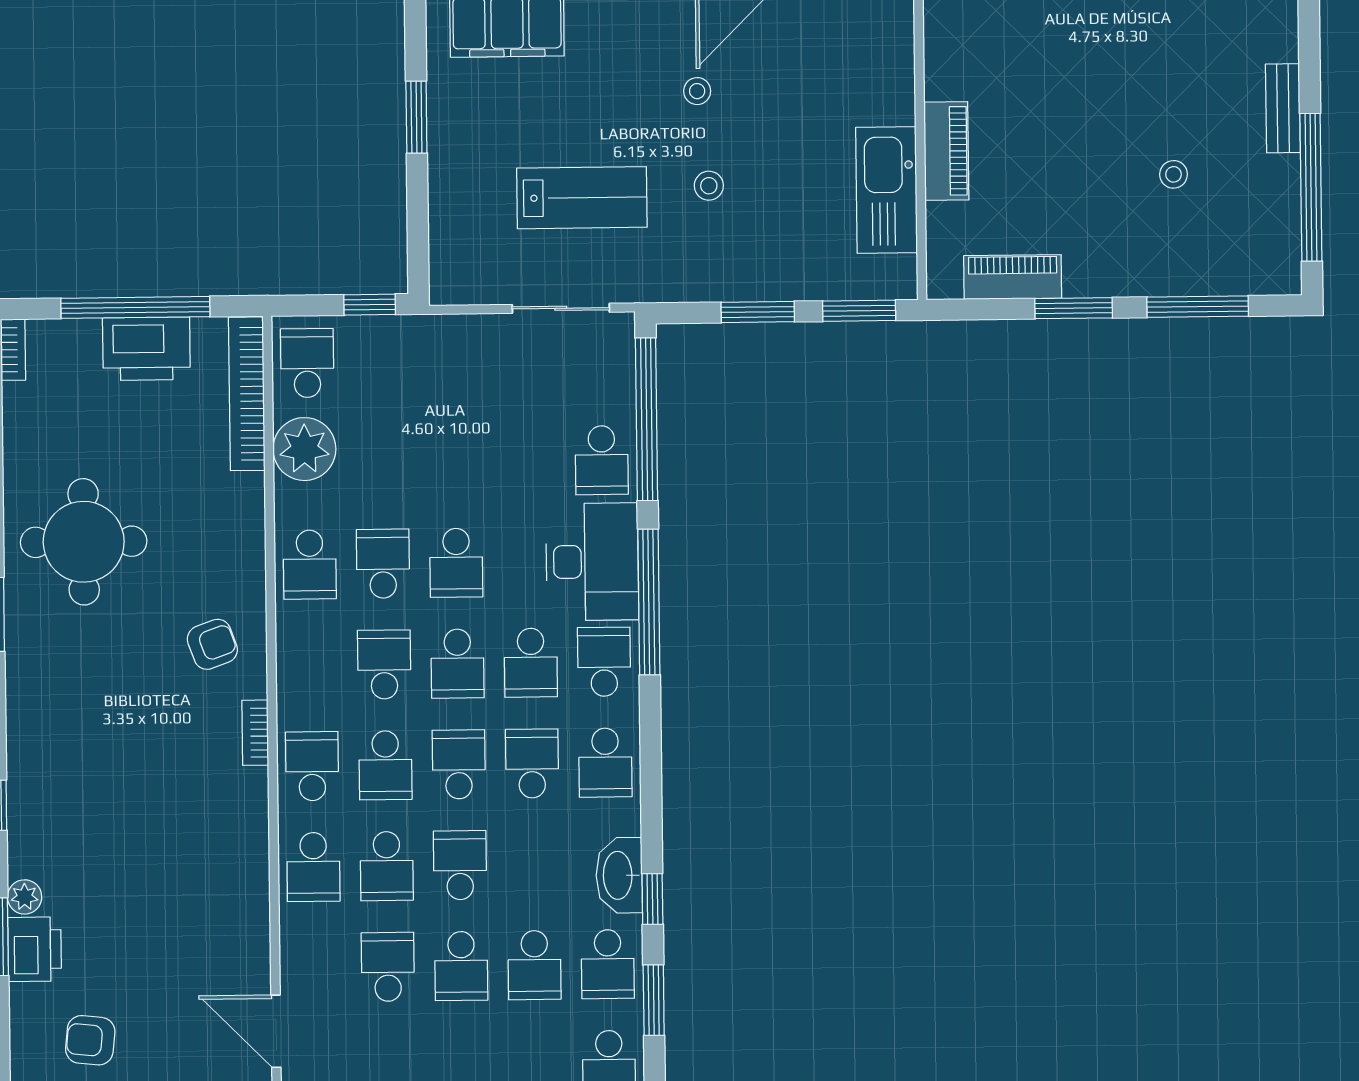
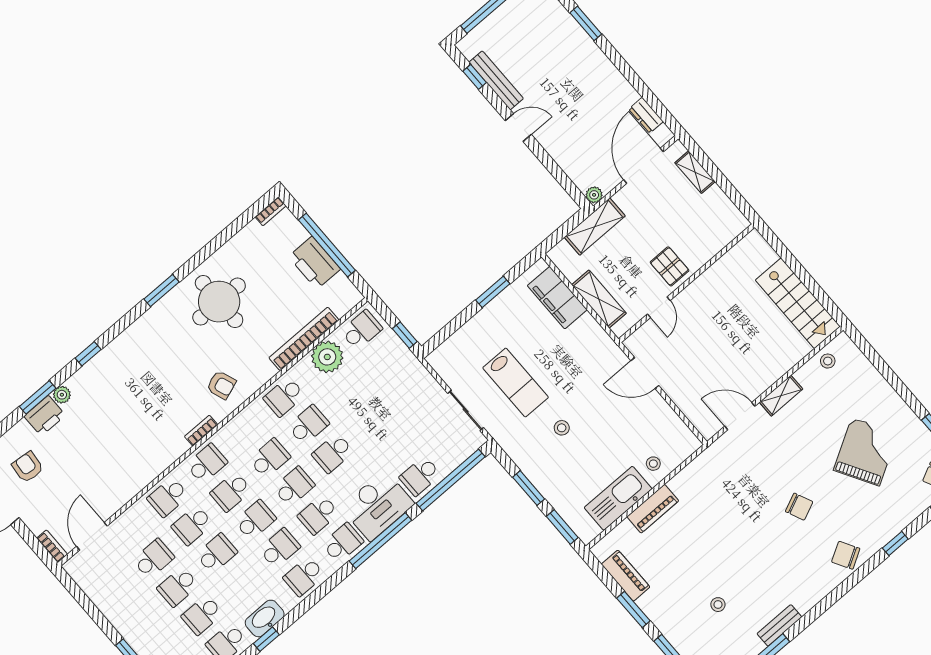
stool: (697, 91) -> (653, 464), moved
bookcase: (247, 394) -> (304, 339), moved
school desk: (457, 664) -> (294, 486), turned 180

